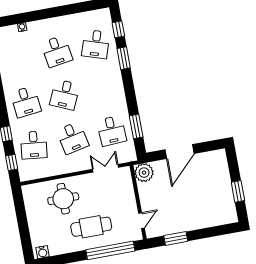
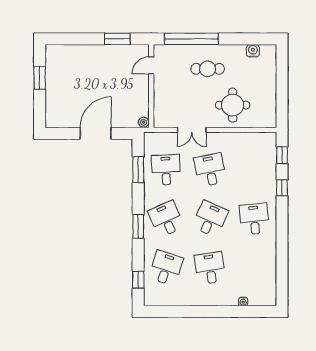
window: (124, 58) -> (138, 226), moved
desk: (34, 145) -> (166, 219), moved, turned -30
double door: (106, 168) -> (192, 130), moved
plant: (144, 173) -> (144, 122), width x0.53, depth x0.53
cafe table: (91, 227) -> (208, 69), width x0.73, depth x0.74
water cooler: (43, 252) -> (253, 51), moved

